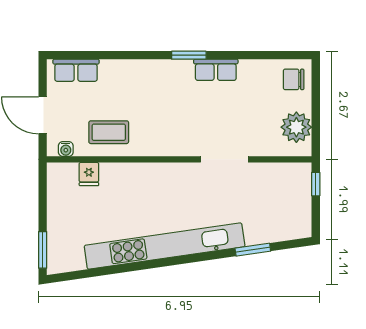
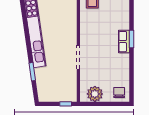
row of seats: (216, 70) -> (124, 42), moved

